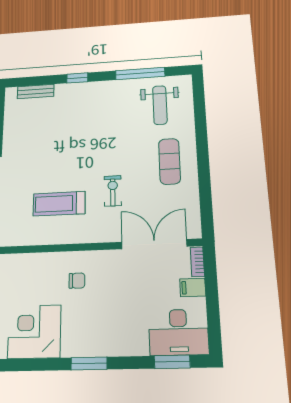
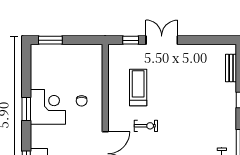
corner desk: (34, 332) -> (48, 107), moved

